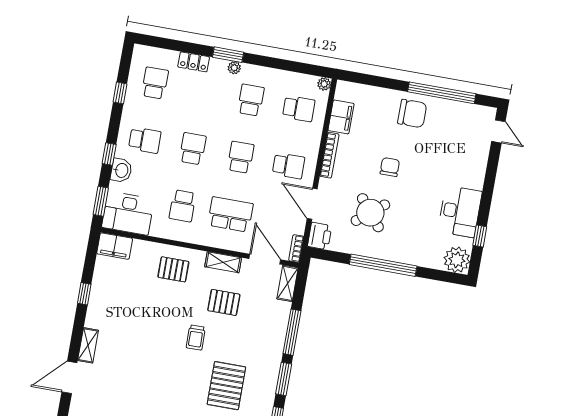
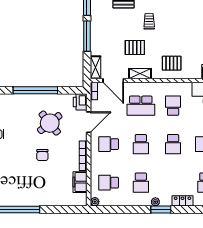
chair: (412, 113) -> (34, 193), removed
door: (312, 204) -> (89, 122), hinge flipped

